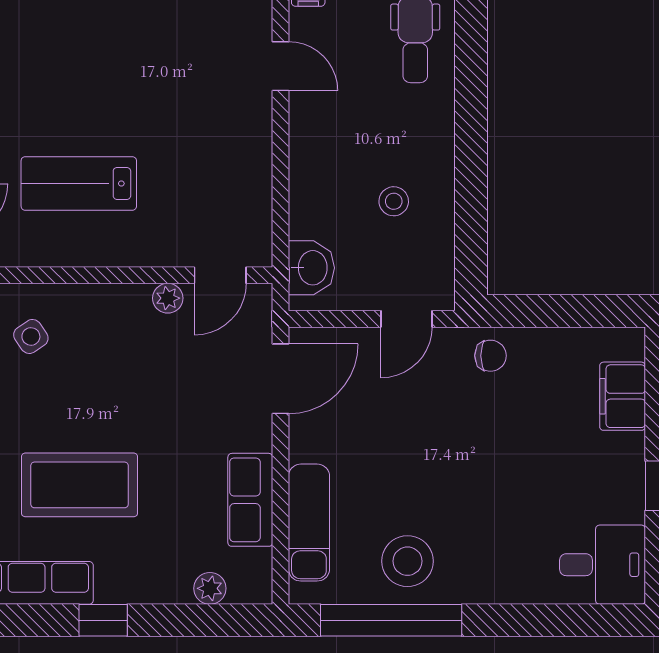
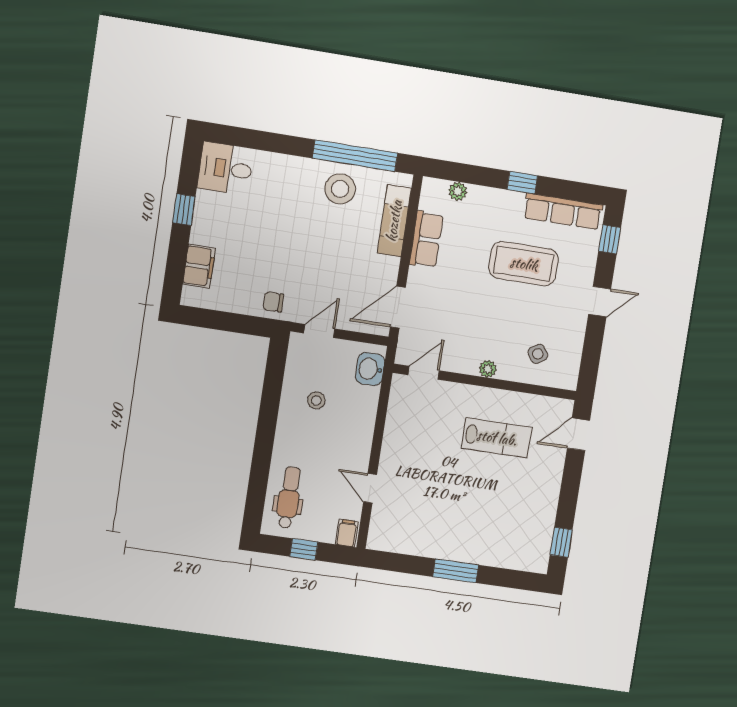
plant: (168, 298) -> (488, 369), moved

